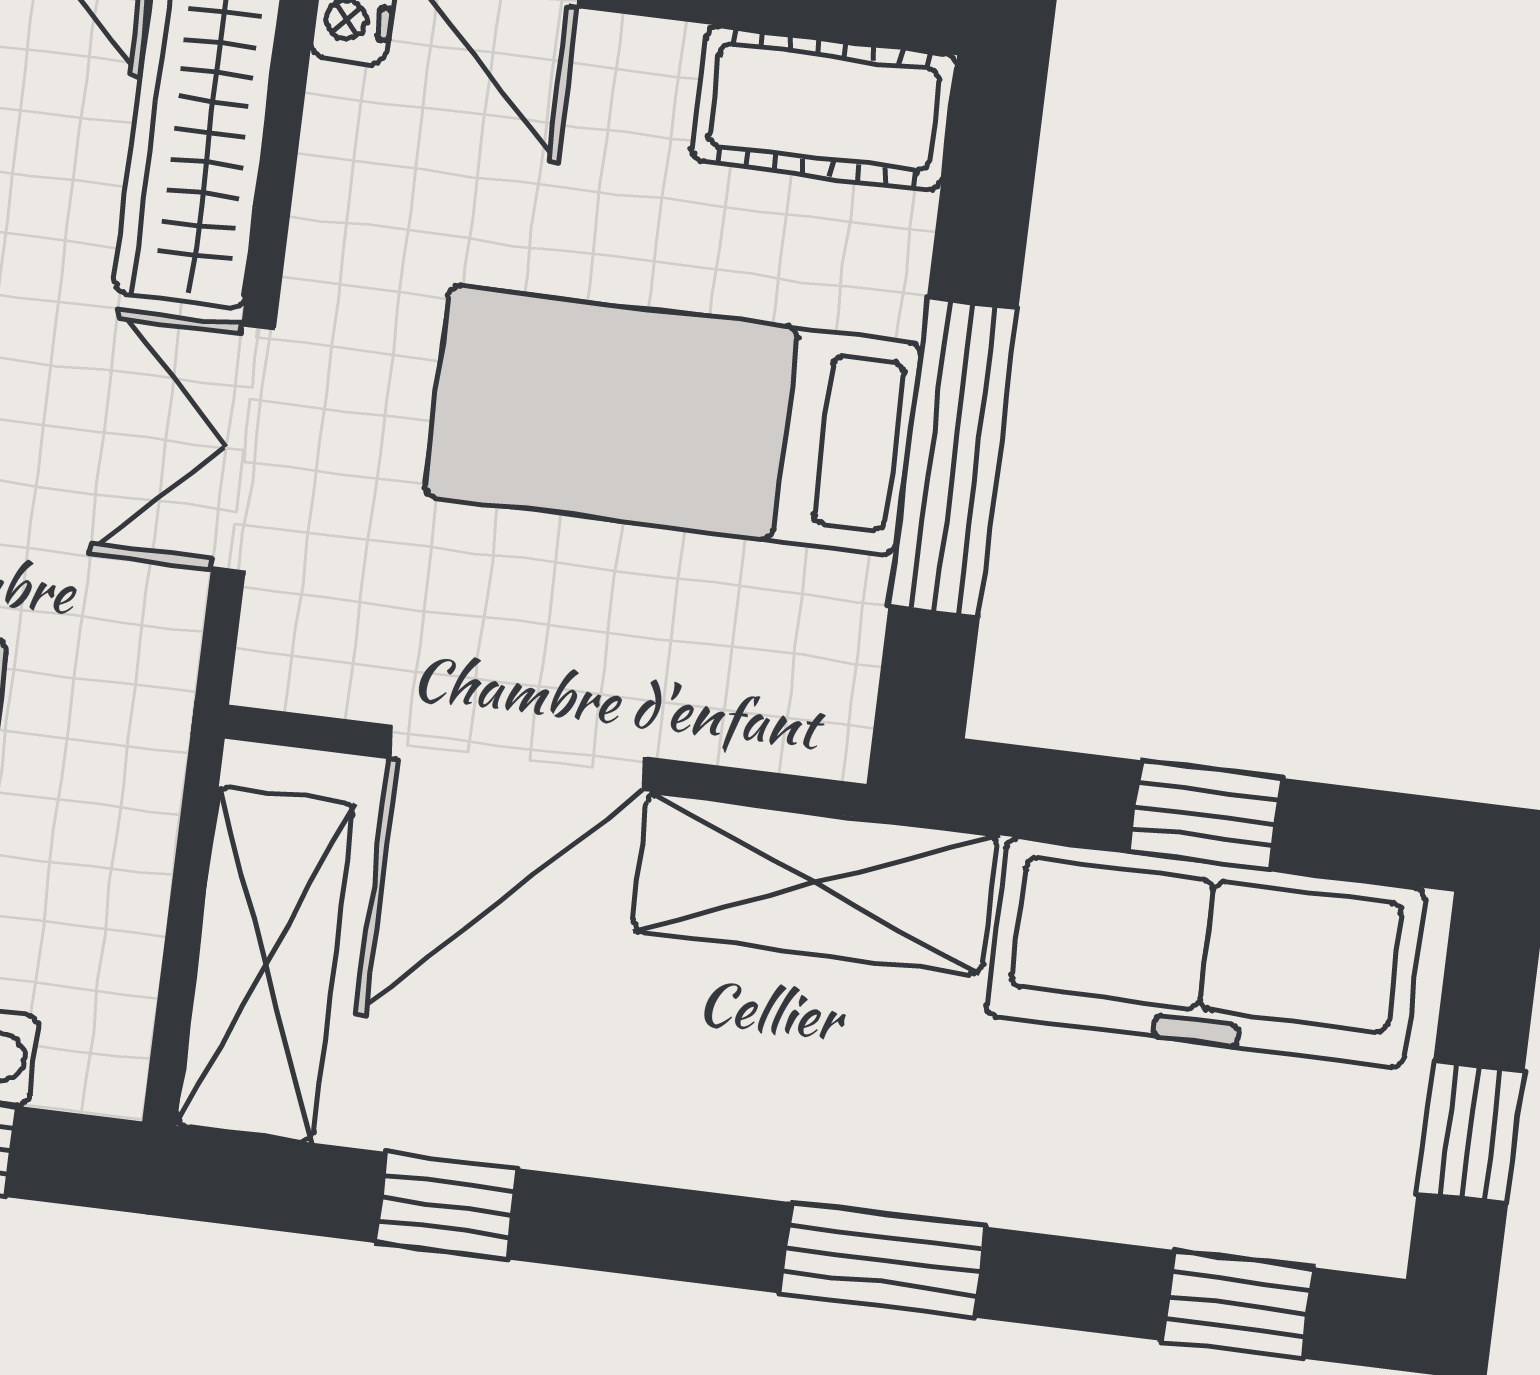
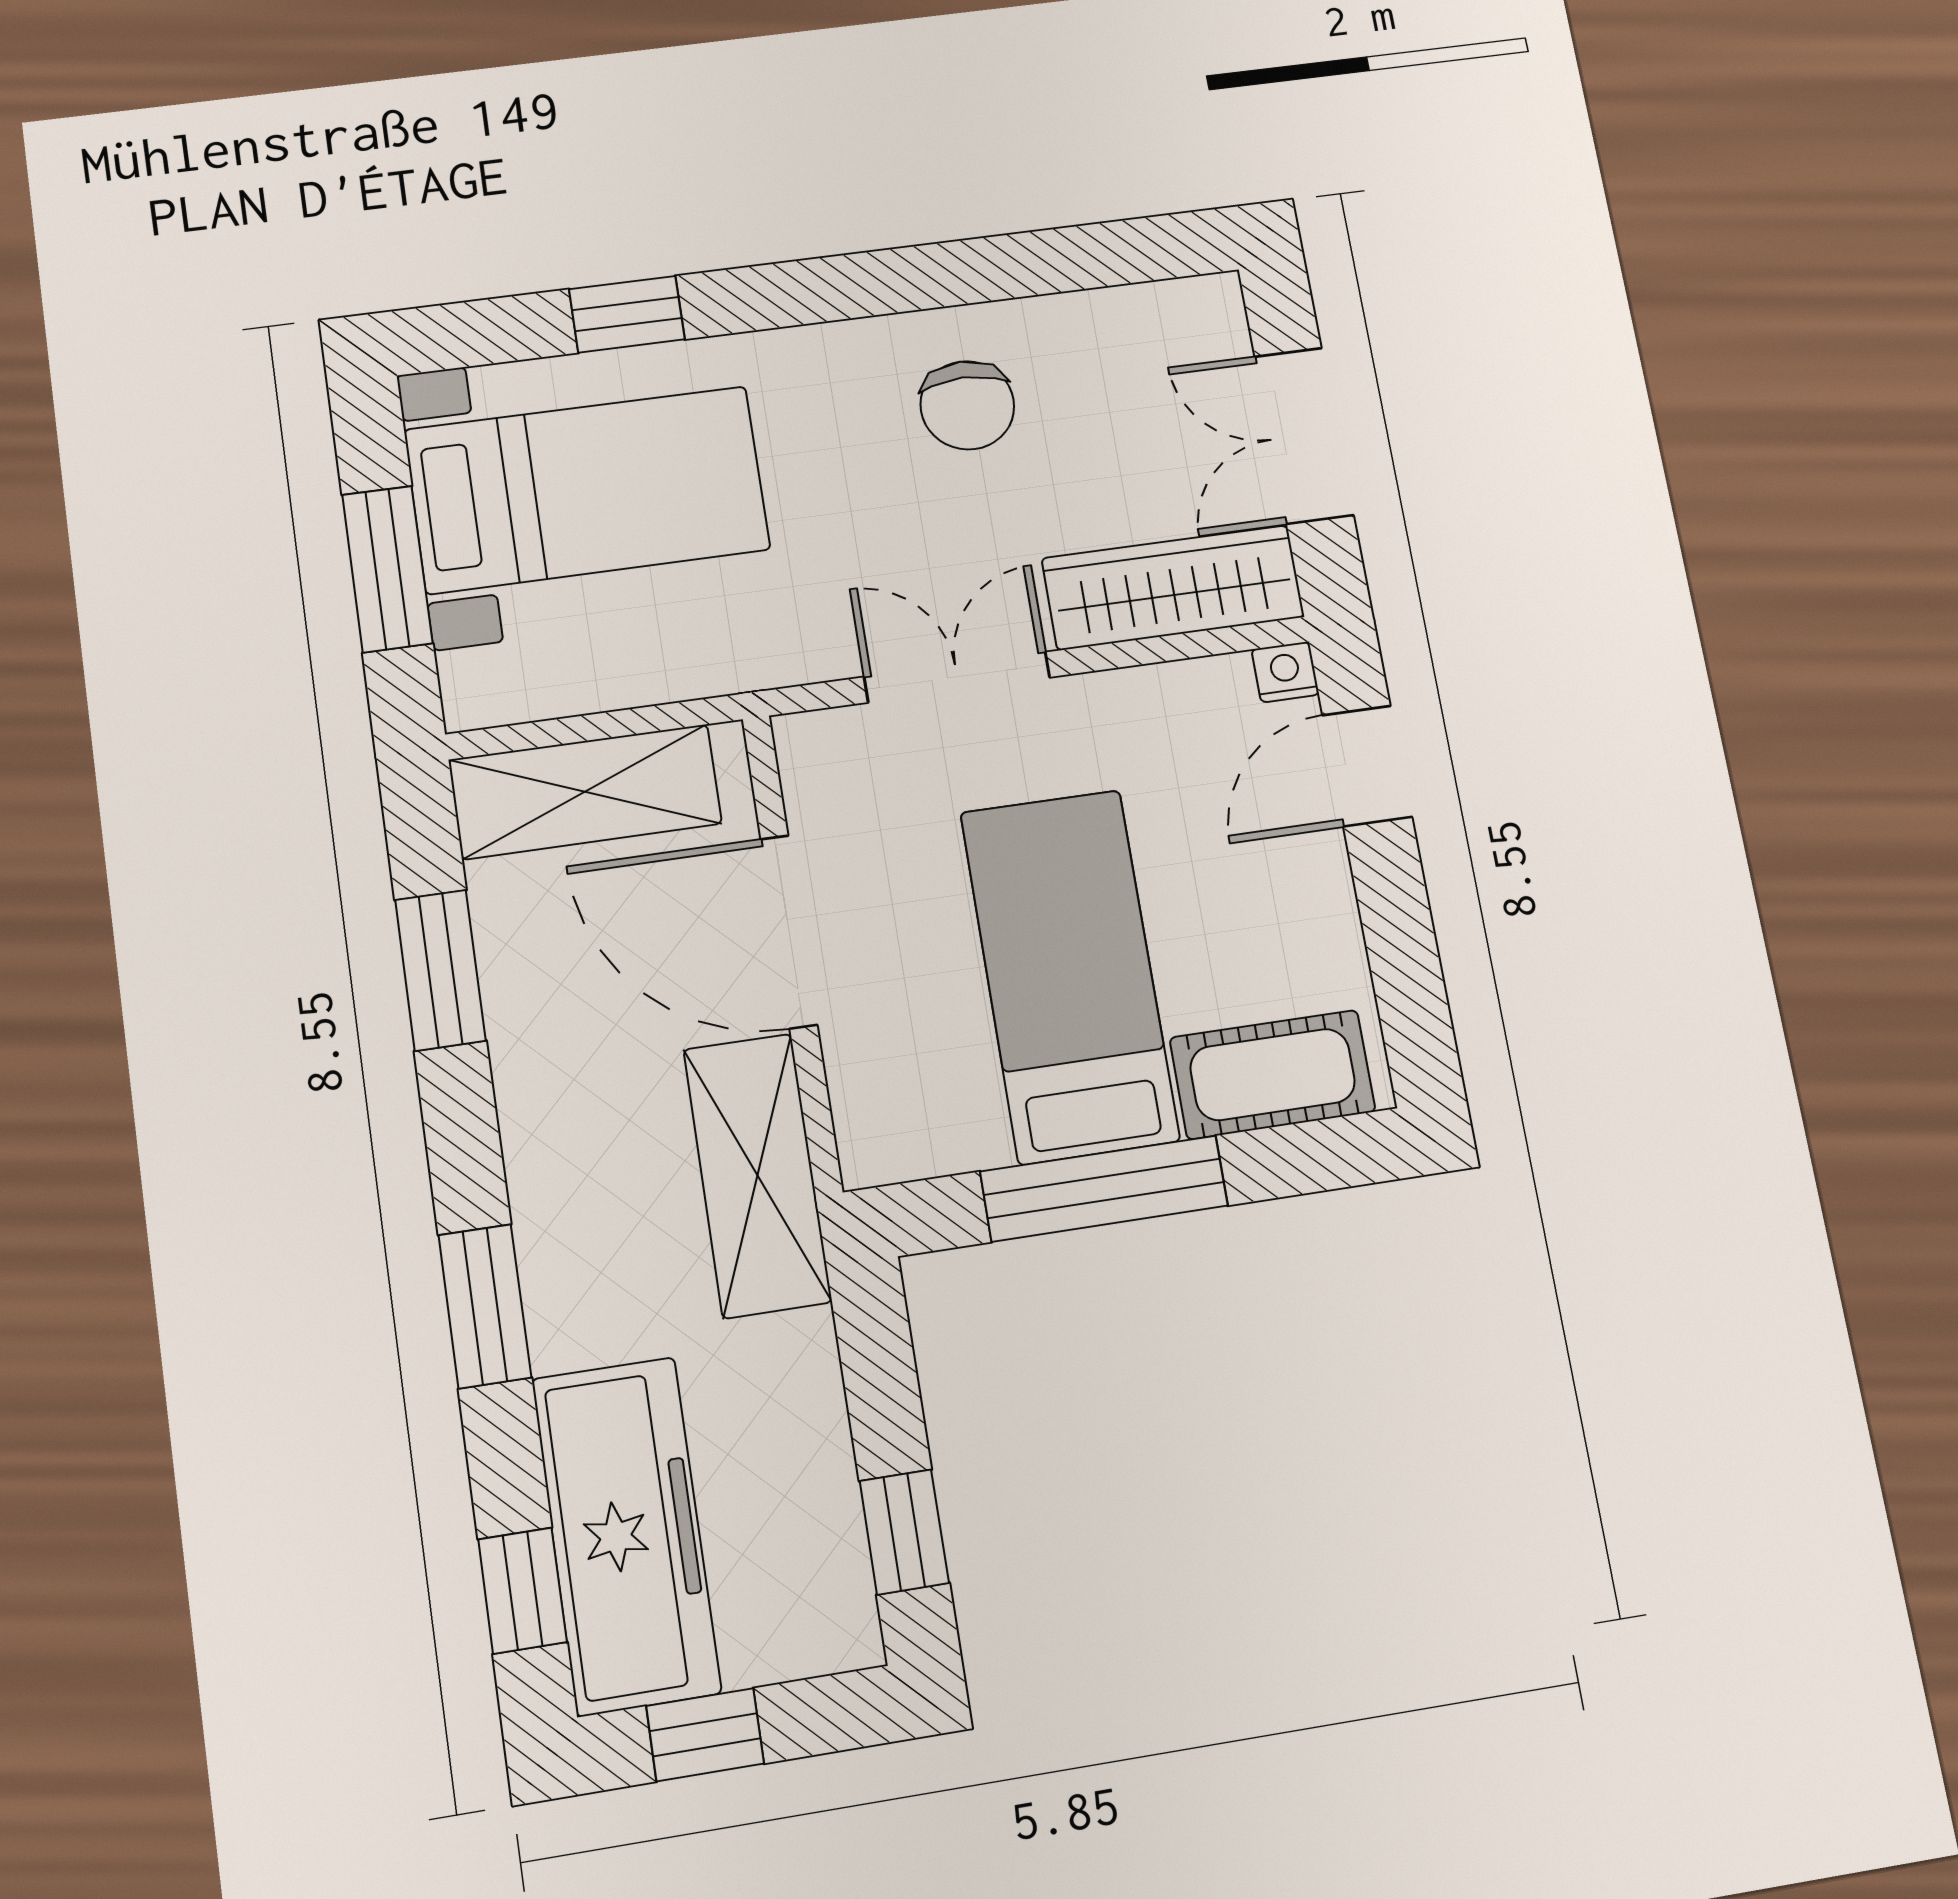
cot: (824, 108) -> (1273, 1075), moved, turned 90
window: (1205, 815) -> (904, 1532), moved
freezer: (1206, 952) -> (626, 1535), moved, turned 180
window: (446, 1206) -> (440, 970), width x1.50

